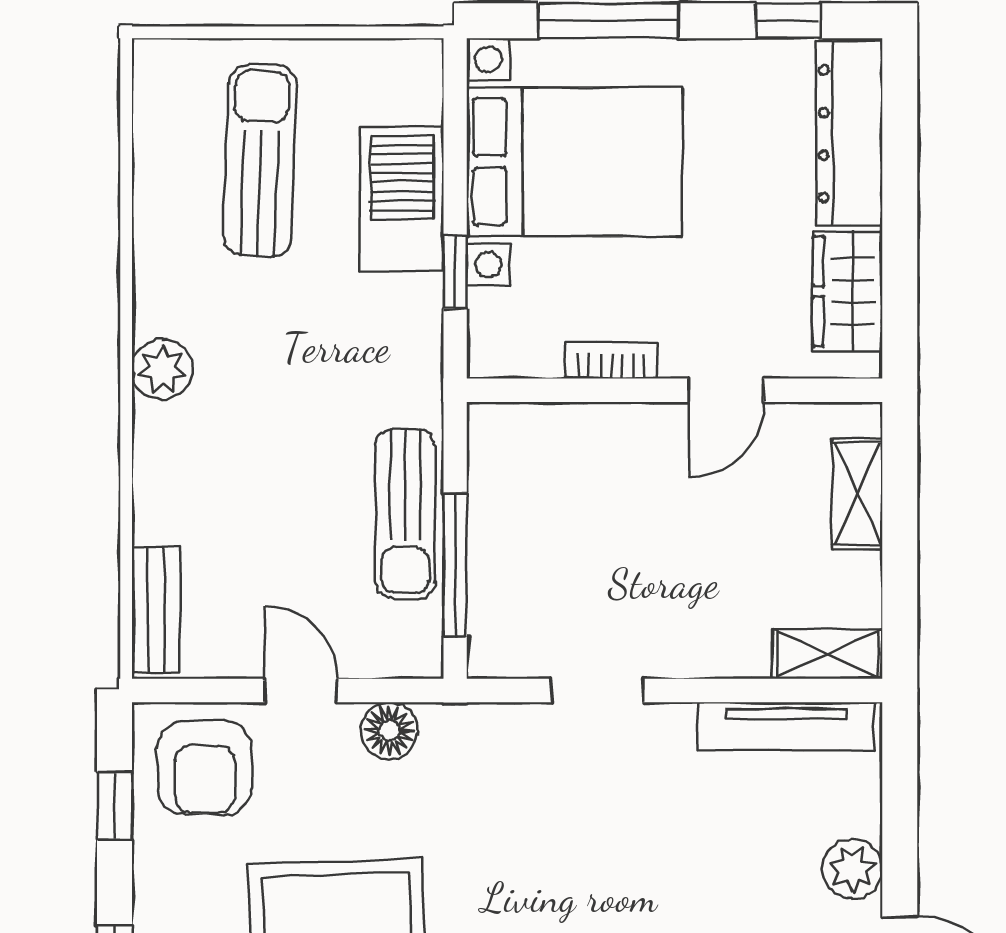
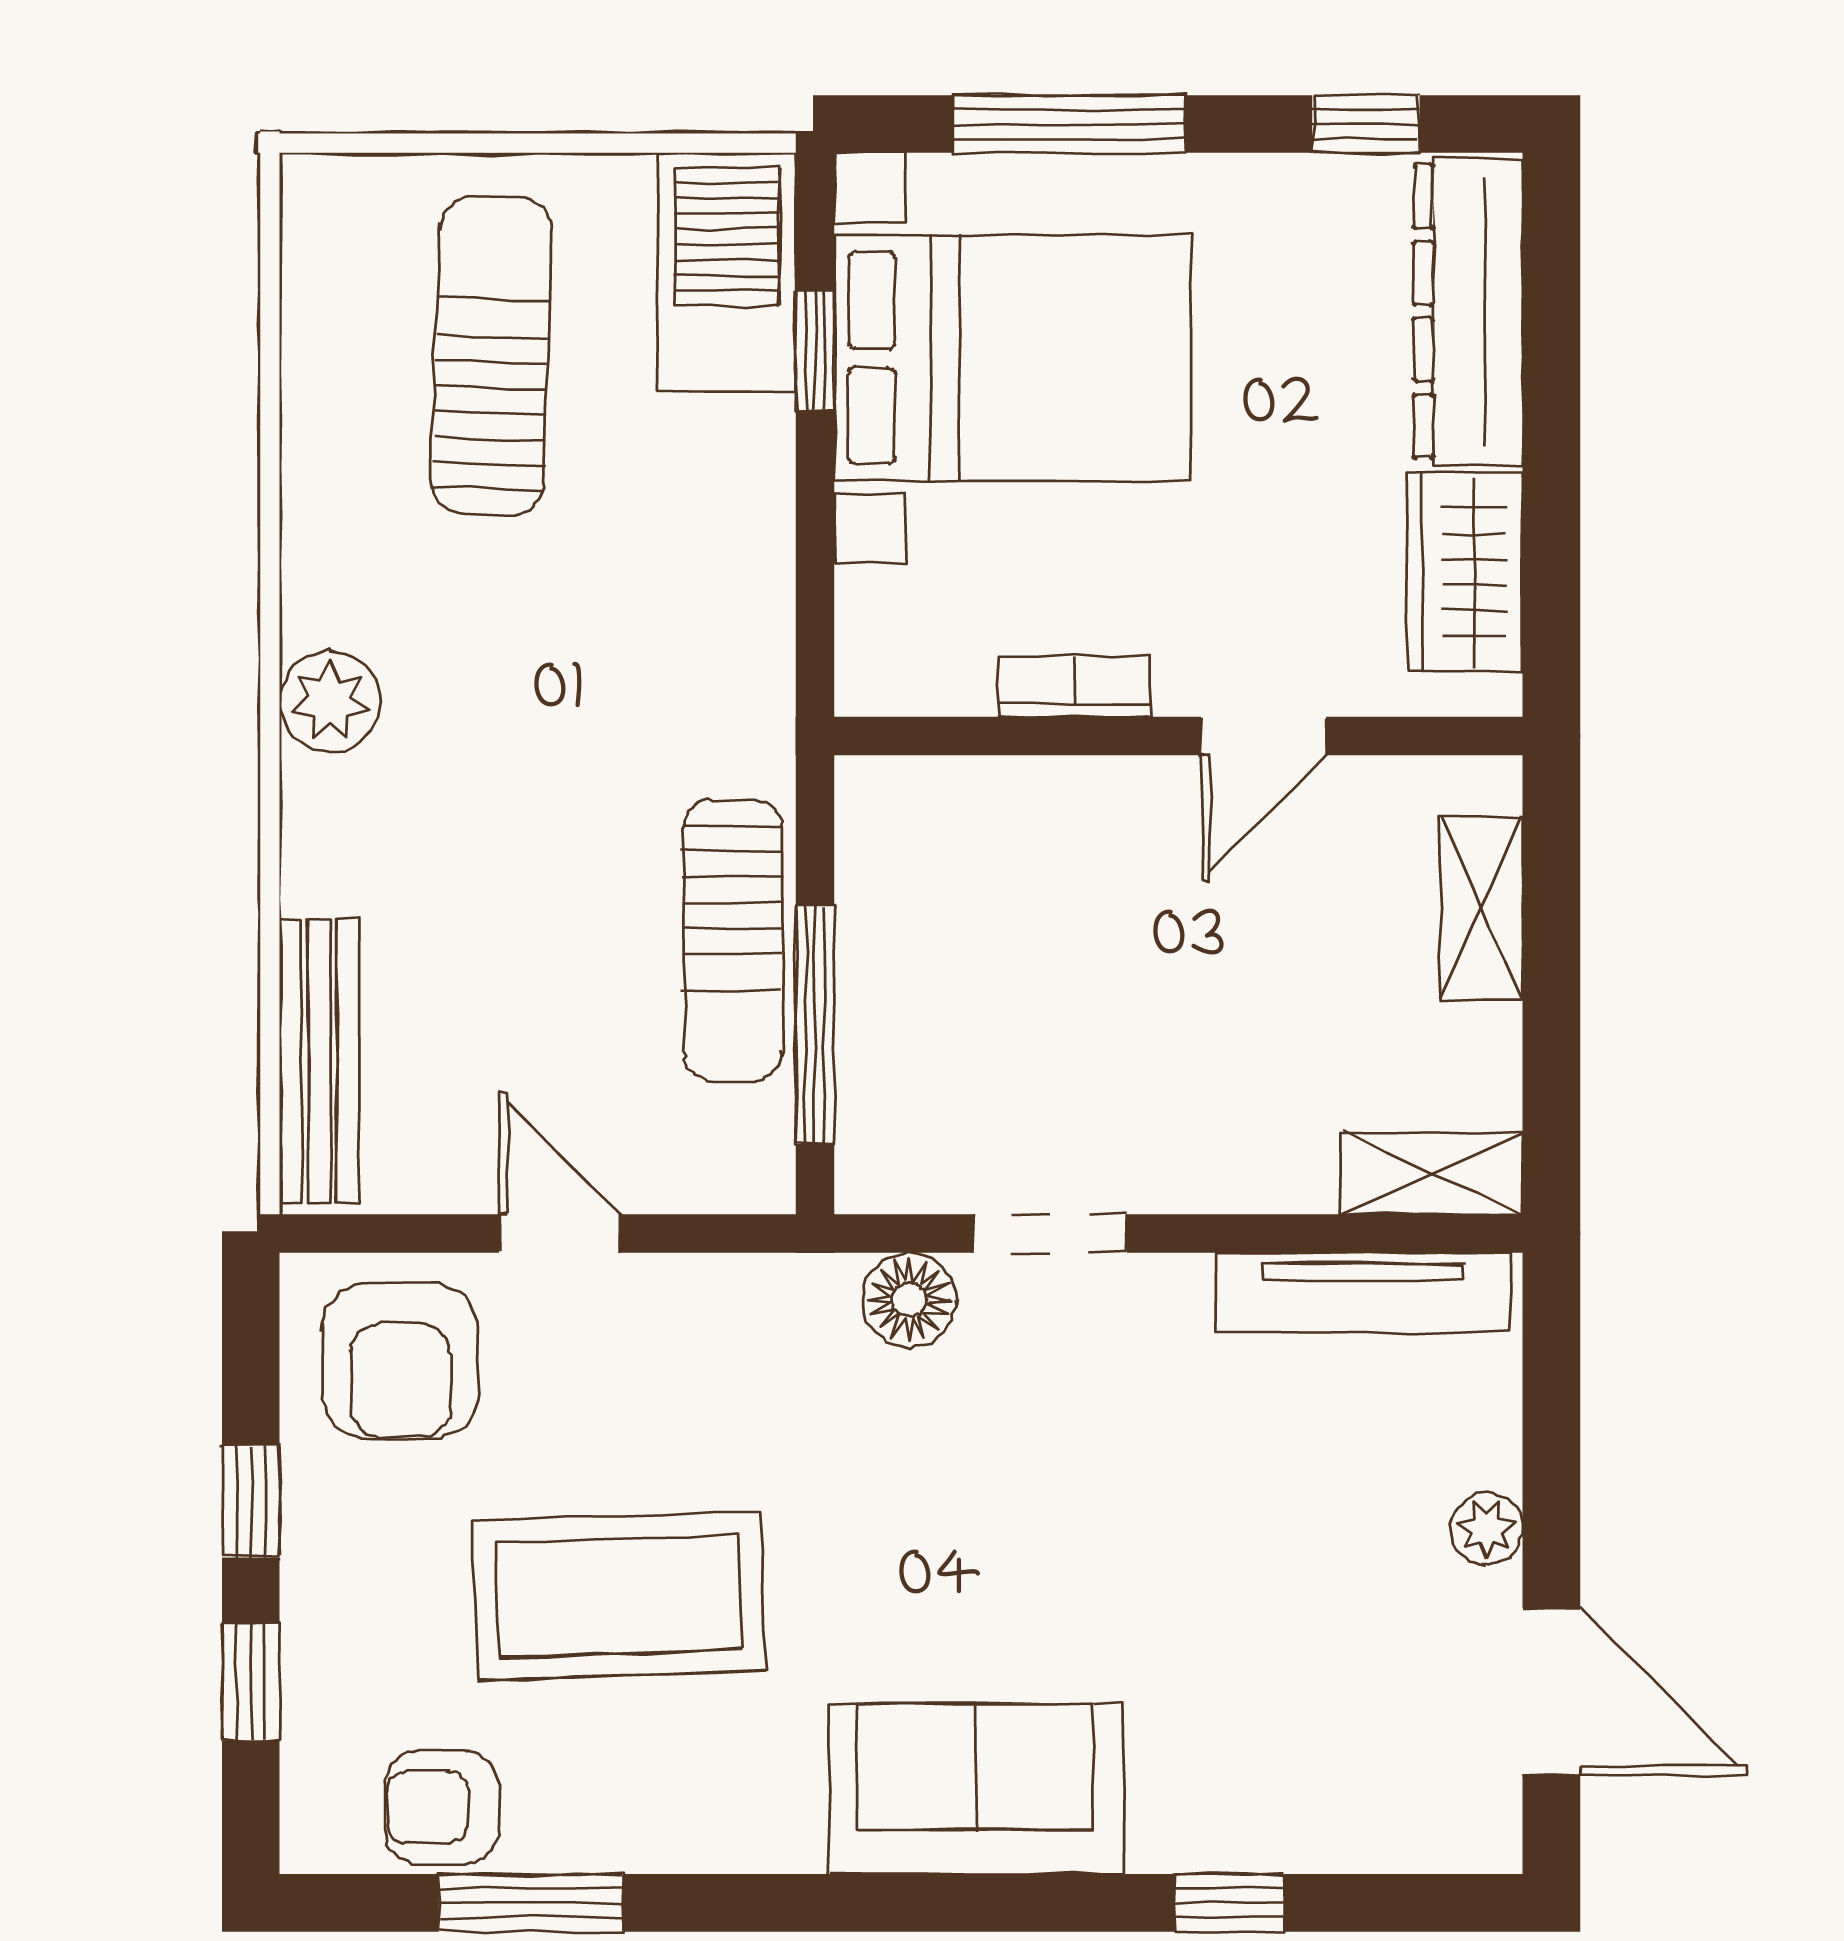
barbecue: (402, 199) -> (727, 272), moved
window: (455, 272) -> (815, 350), moved
bench: (156, 609) -> (319, 1061), width x1.36
floor lamp: (389, 730) -> (909, 1300), moved
window: (115, 806) -> (251, 1501), moved
plant: (852, 869) -> (1487, 1529), width x0.73, depth x0.73

